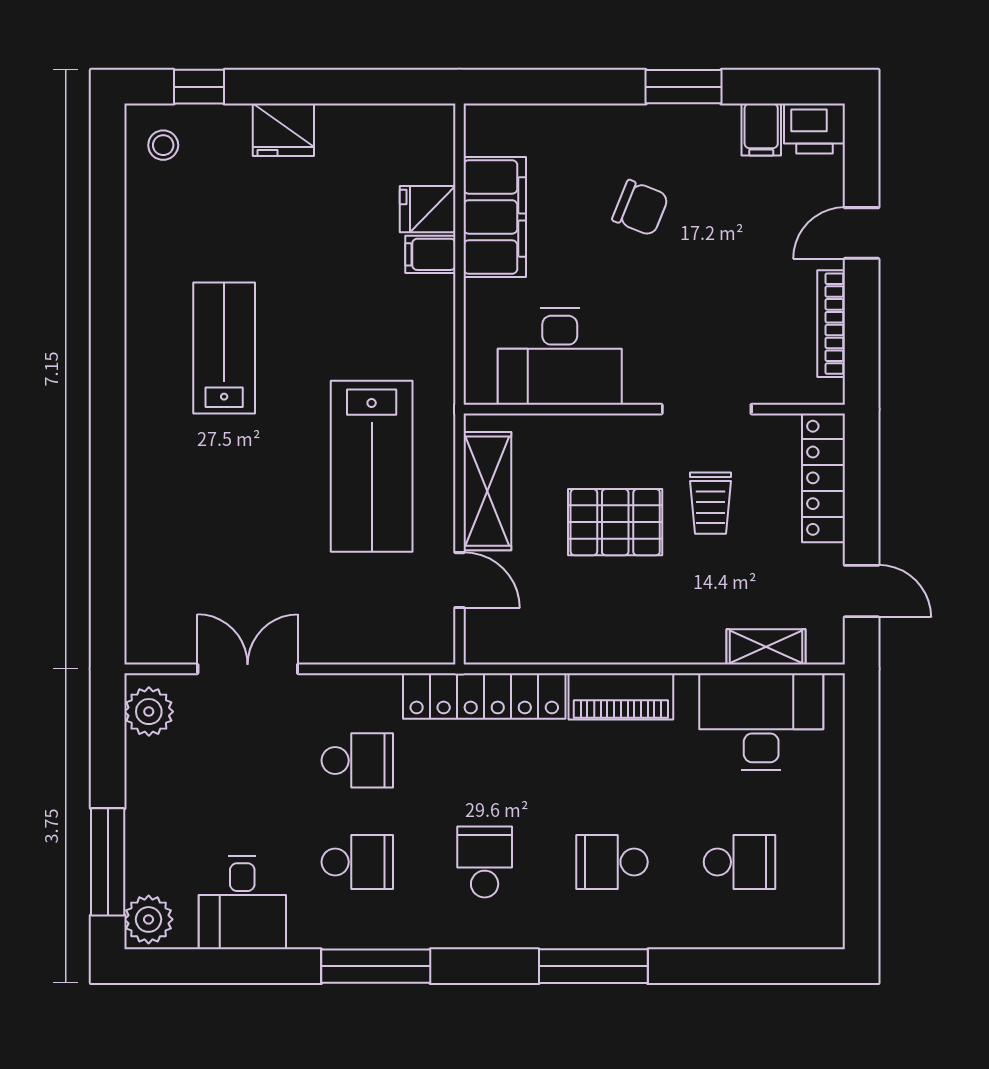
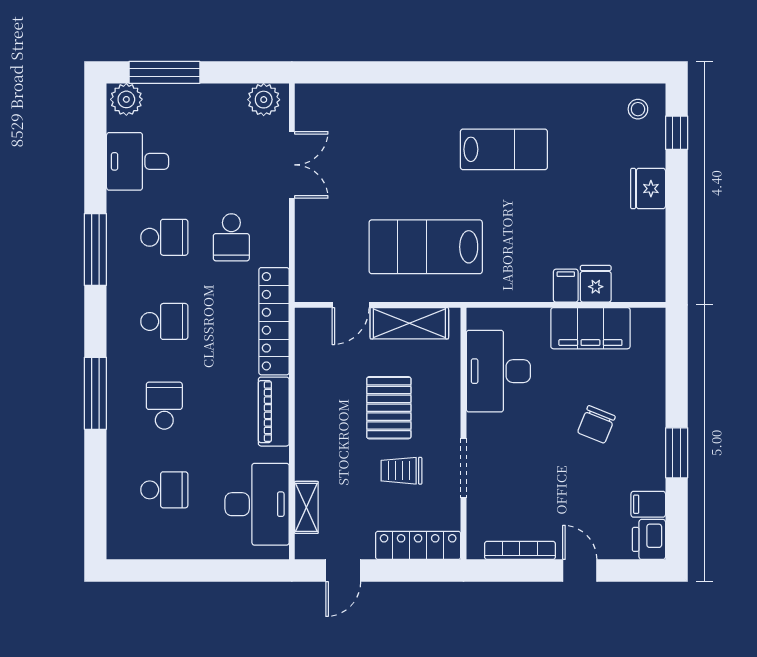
school desk: (357, 862) -> (164, 237), turned -90
school desk: (739, 862) -> (164, 490), turned -90

